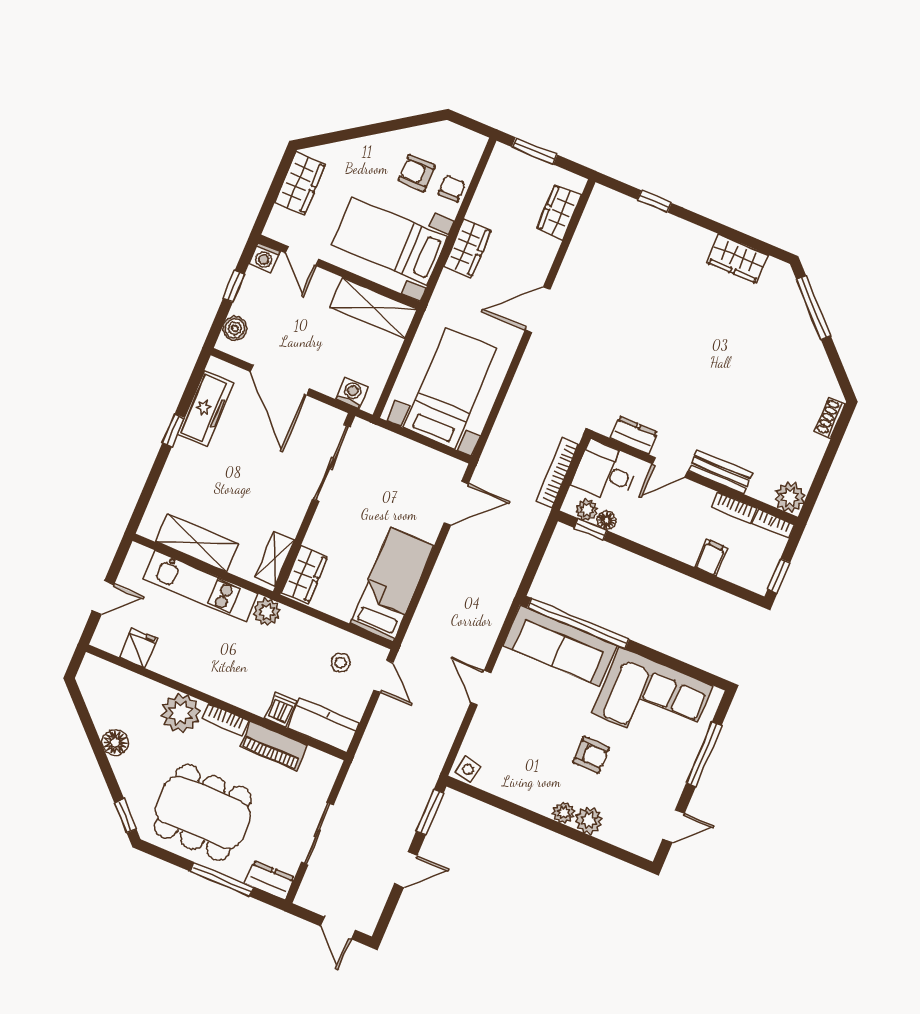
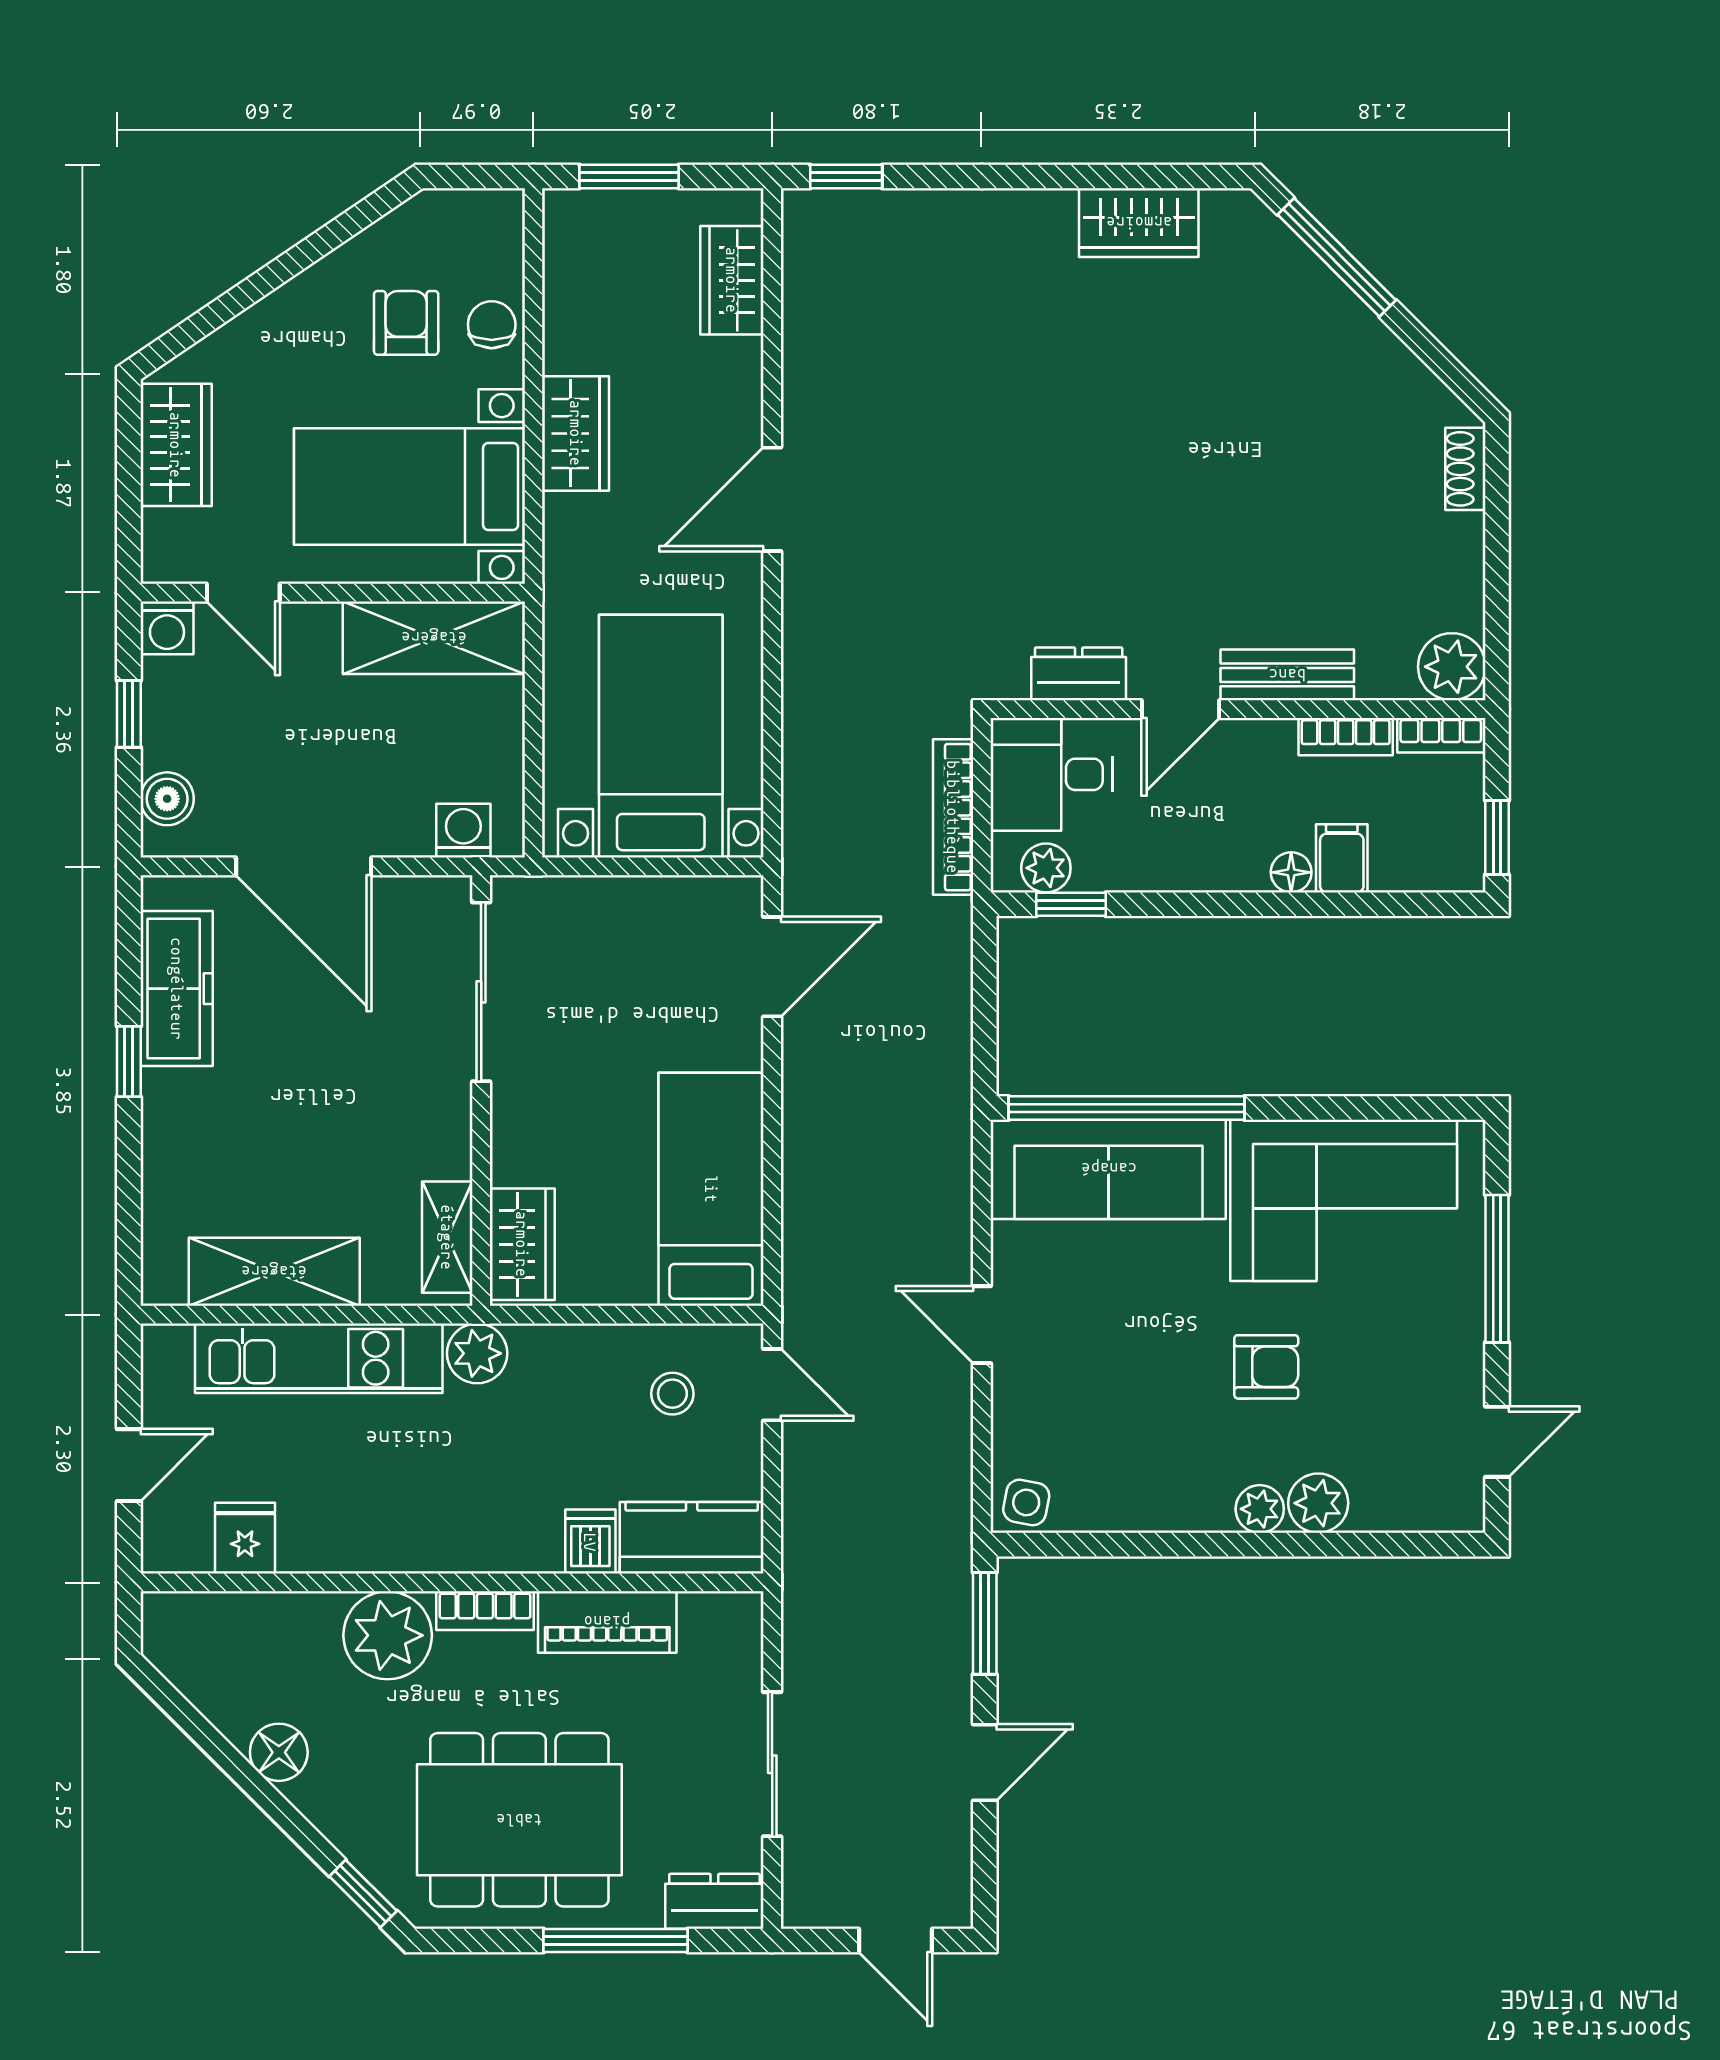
armchair: (417, 173) -> (406, 323), turned 90
window: (654, 201) -> (846, 176), moved
floor lamp: (606, 520) -> (1291, 872), moved

